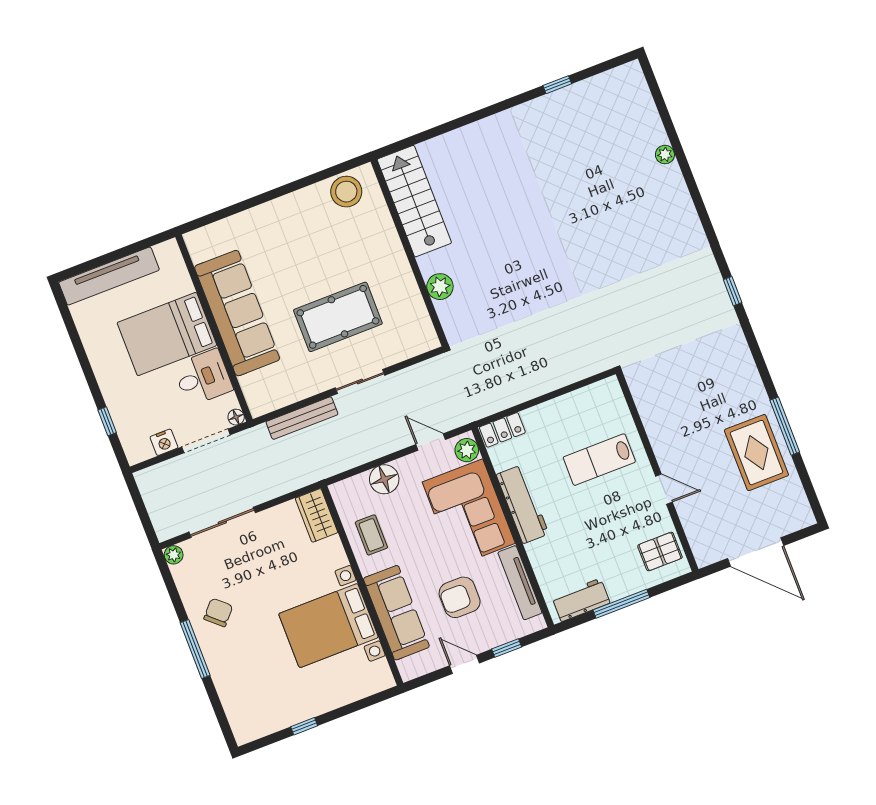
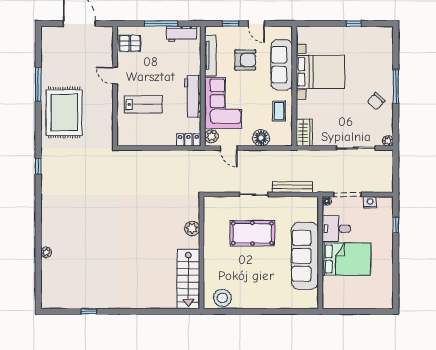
tv unit: (109, 276) -> (365, 302), removed
rug: (756, 453) -> (64, 113), moved, width x1.37, depth x1.44

